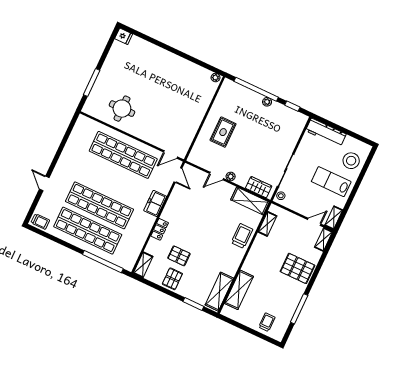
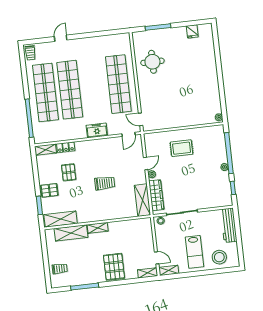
fridge: (124, 36) -> (192, 31), moved
door: (216, 176) -> (146, 164), swing flipped
lab bench: (331, 182) -> (194, 252), turned 180
wardrobe: (259, 187) -> (156, 195), width x1.50
shelving: (267, 224) -> (98, 228), moved
locker: (160, 229) -> (66, 147), moved
trolley: (242, 236) -> (105, 183), moved
pallet: (172, 279) -> (49, 190), moved

